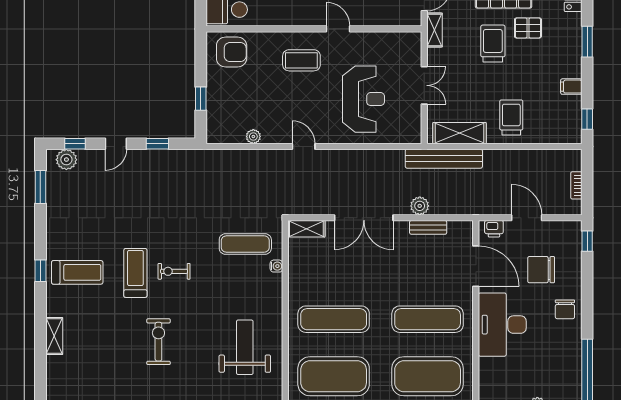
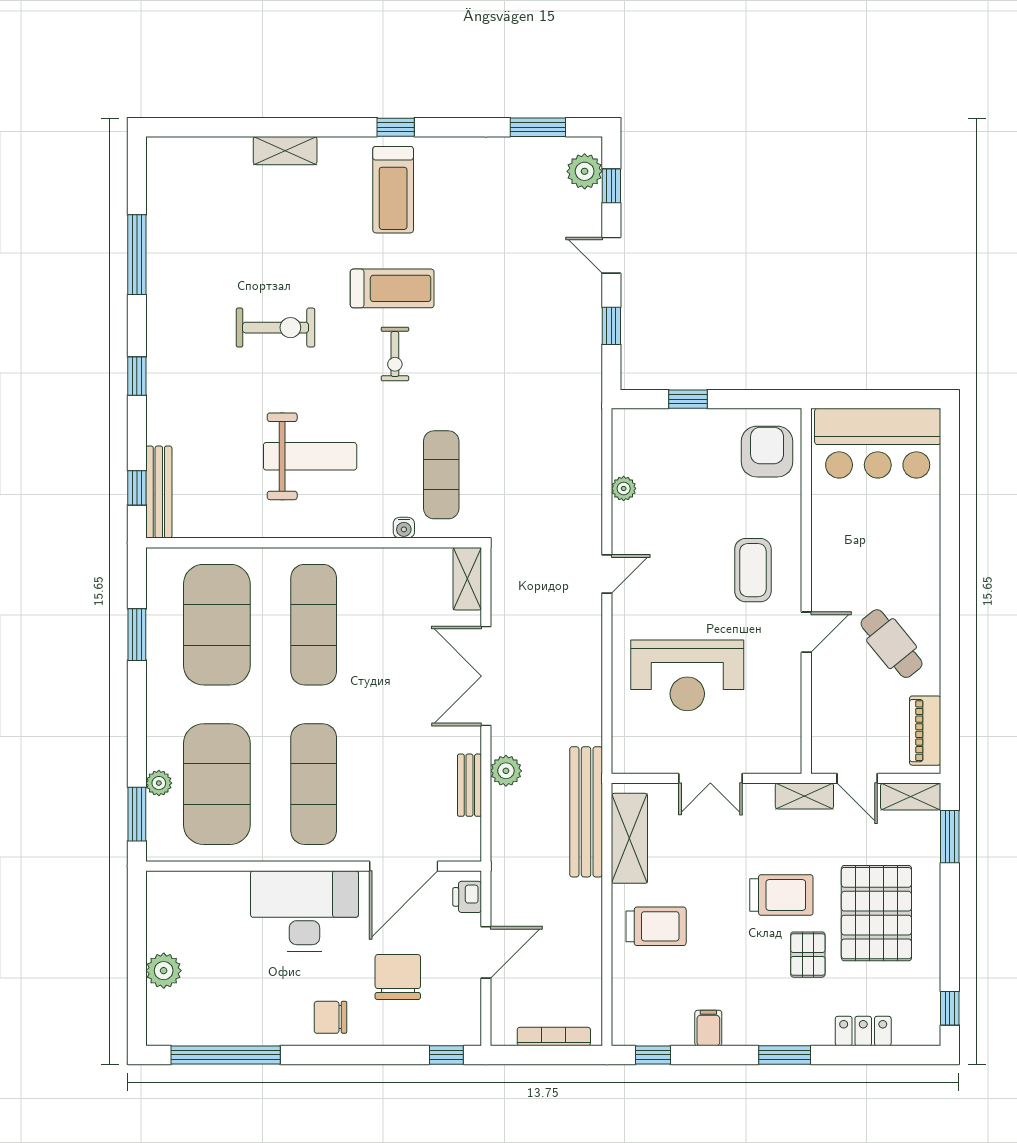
armchair: (232, 52) -> (767, 452), turned 180
bookcase: (576, 185) -> (554, 1037), width x1.56
exercise bike: (174, 271) -> (395, 354), turned 180
weight bench: (245, 347) -> (310, 456), moved

